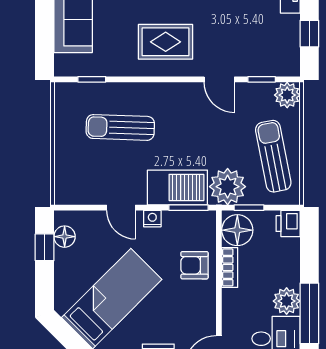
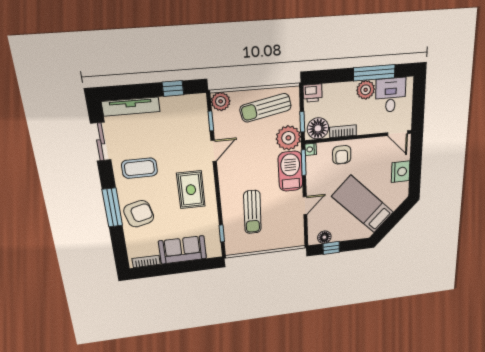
nightstand: (152, 219) -> (311, 149), moved

